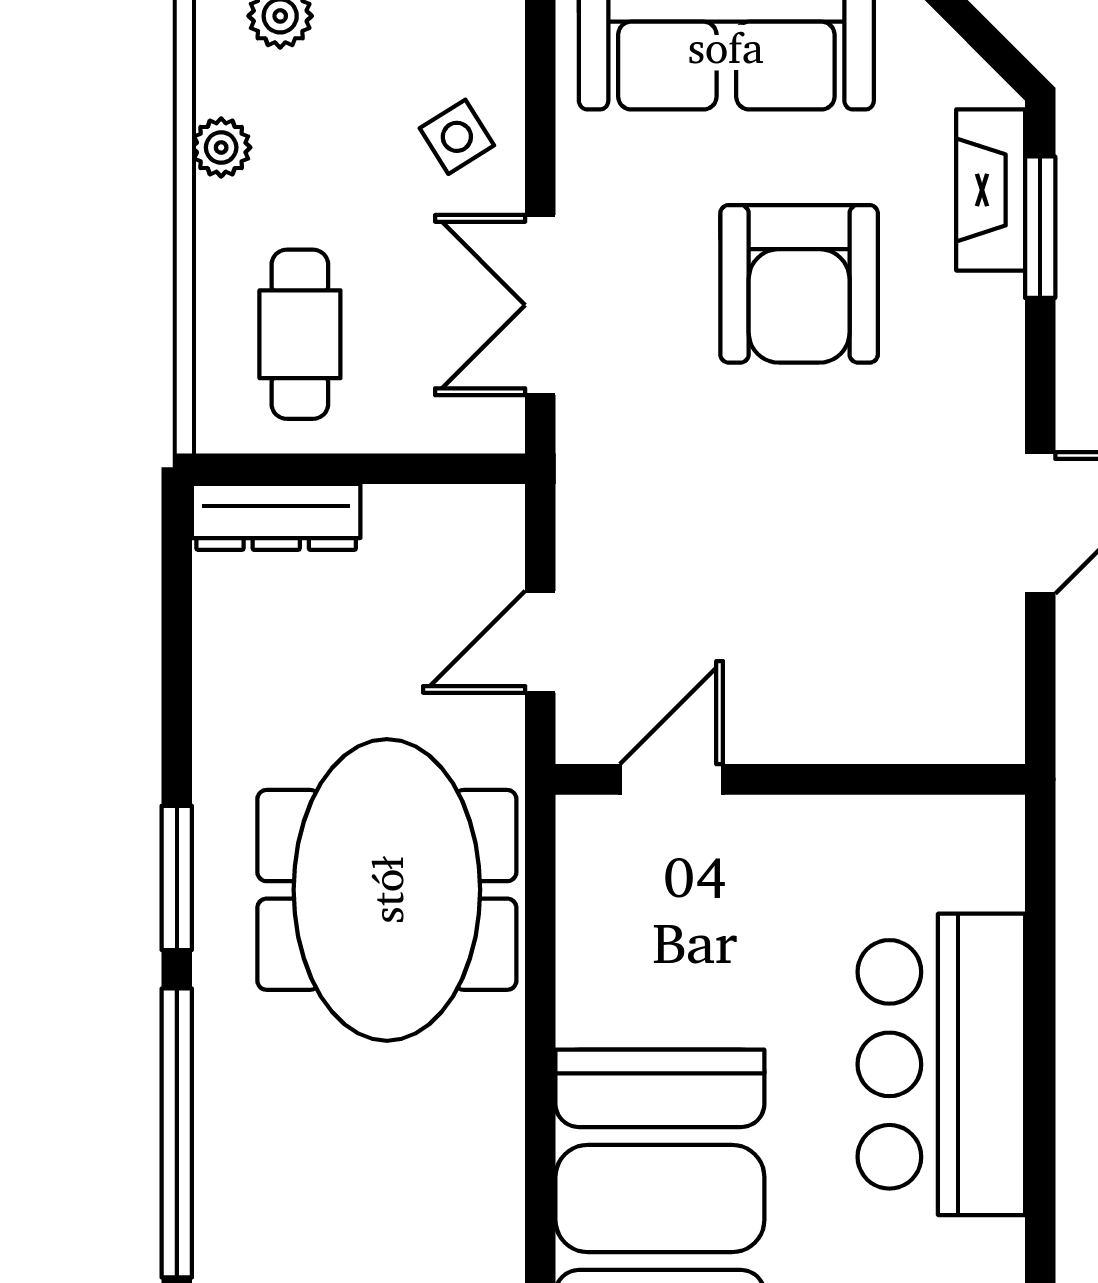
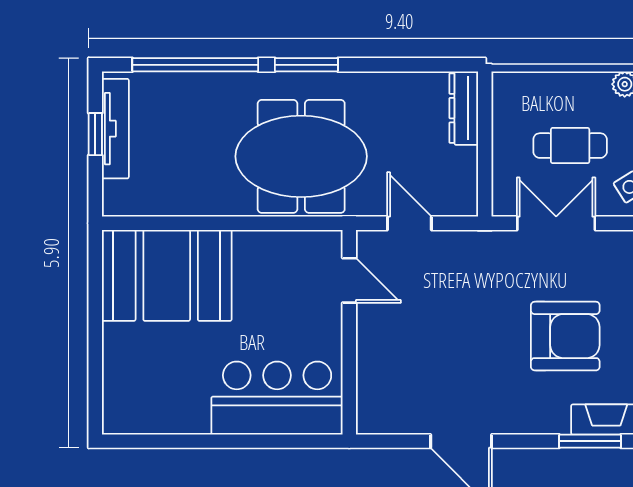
armchair: (799, 284) -> (565, 336), turned 180
cafe table: (300, 334) -> (570, 146), moved
bar counter: (941, 1064) -> (277, 398), moved

